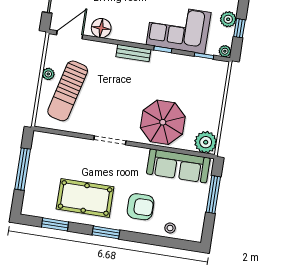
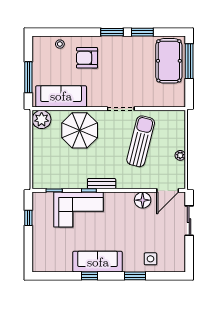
plant: (228, 19) -> (39, 224), removed
plant: (225, 51) -> (37, 197), removed
bench: (133, 53) -> (102, 184), moved
sun lounger: (68, 91) -> (141, 141), moved
window: (23, 169) -> (189, 61), moved
pool table: (85, 198) -> (169, 61), moved, turned 90
window: (55, 224) -> (142, 32), moved

